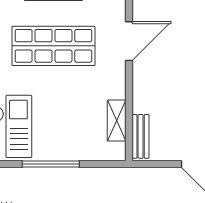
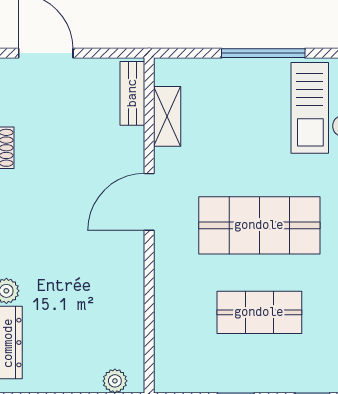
door: (129, 41) -> (149, 202), moved

